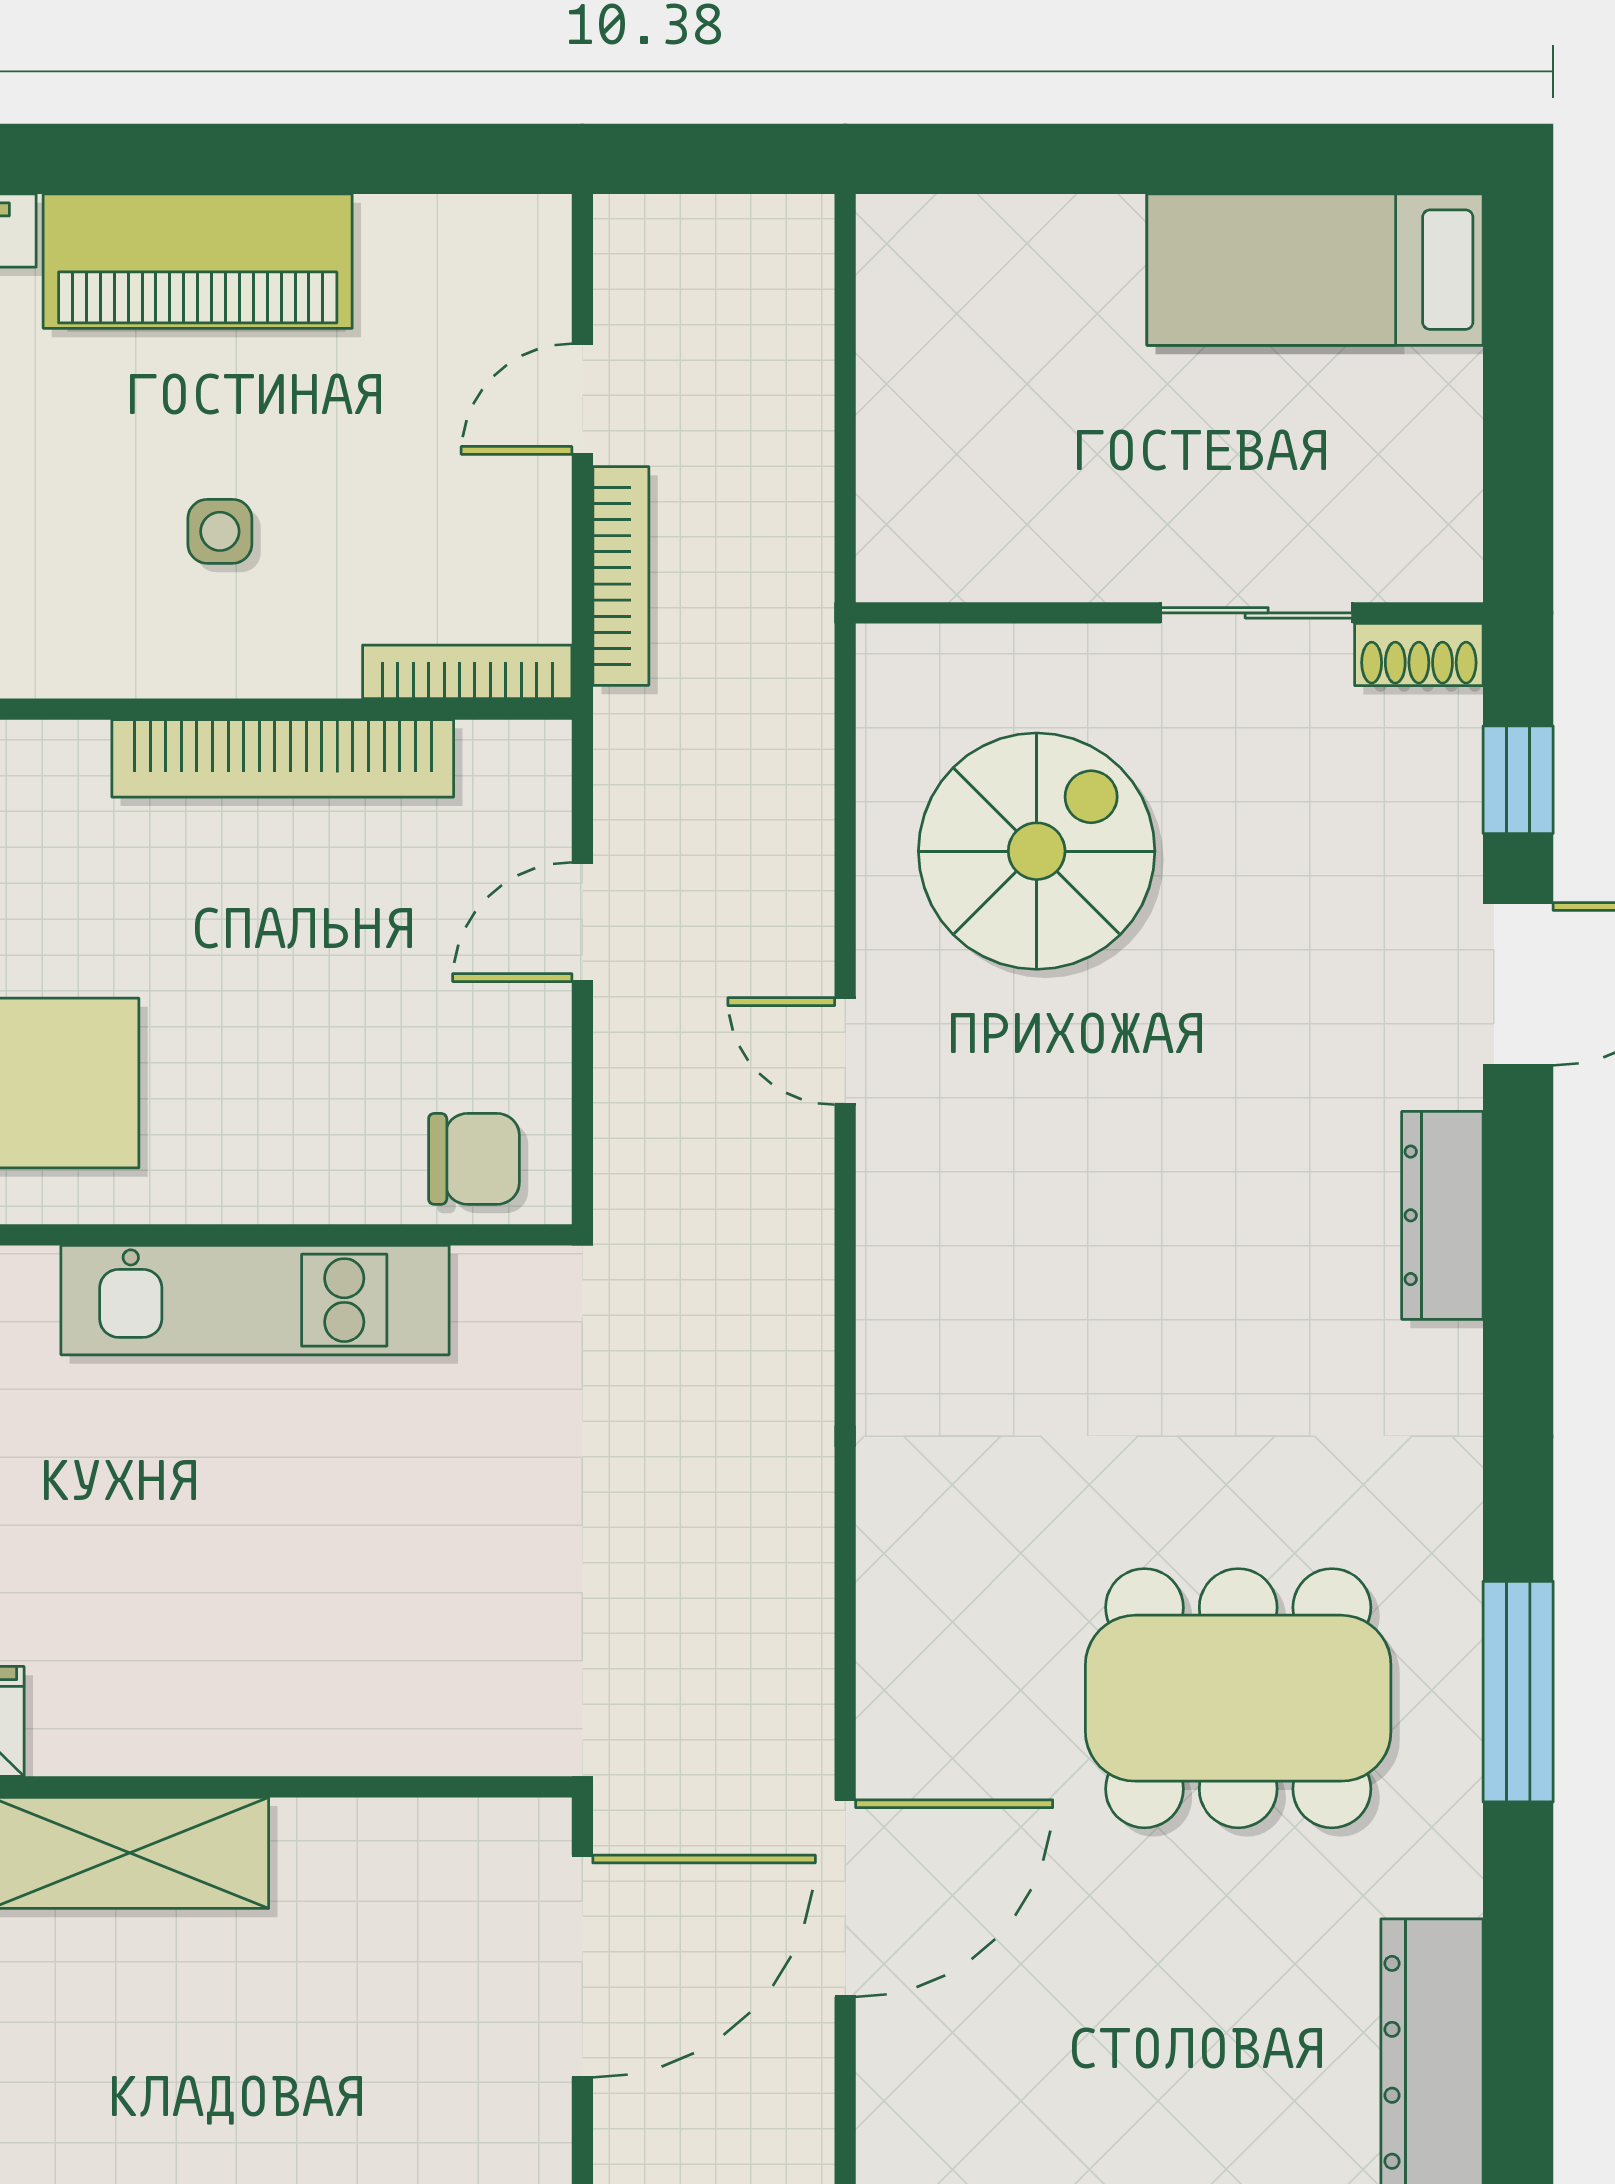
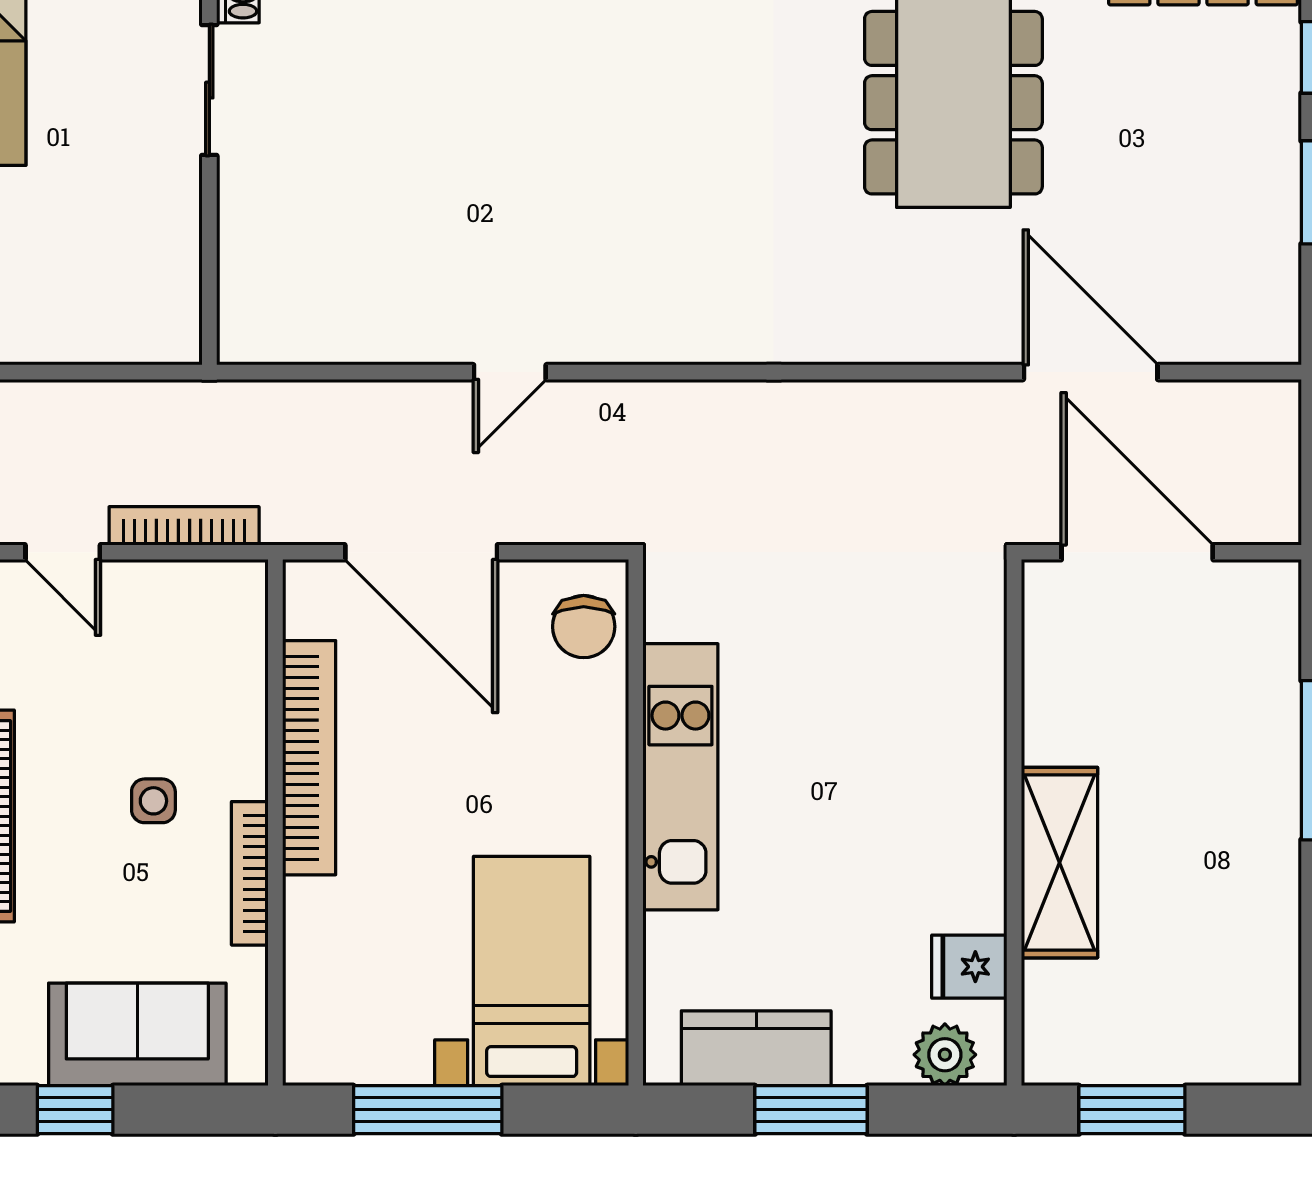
bookcase: (467, 672) -> (250, 873), moved
spiral stairs: (1037, 851) -> (373, 241), removed
door: (582, 922) -> (421, 552), width x1.88
chair: (474, 1159) -> (584, 627), turned 180

